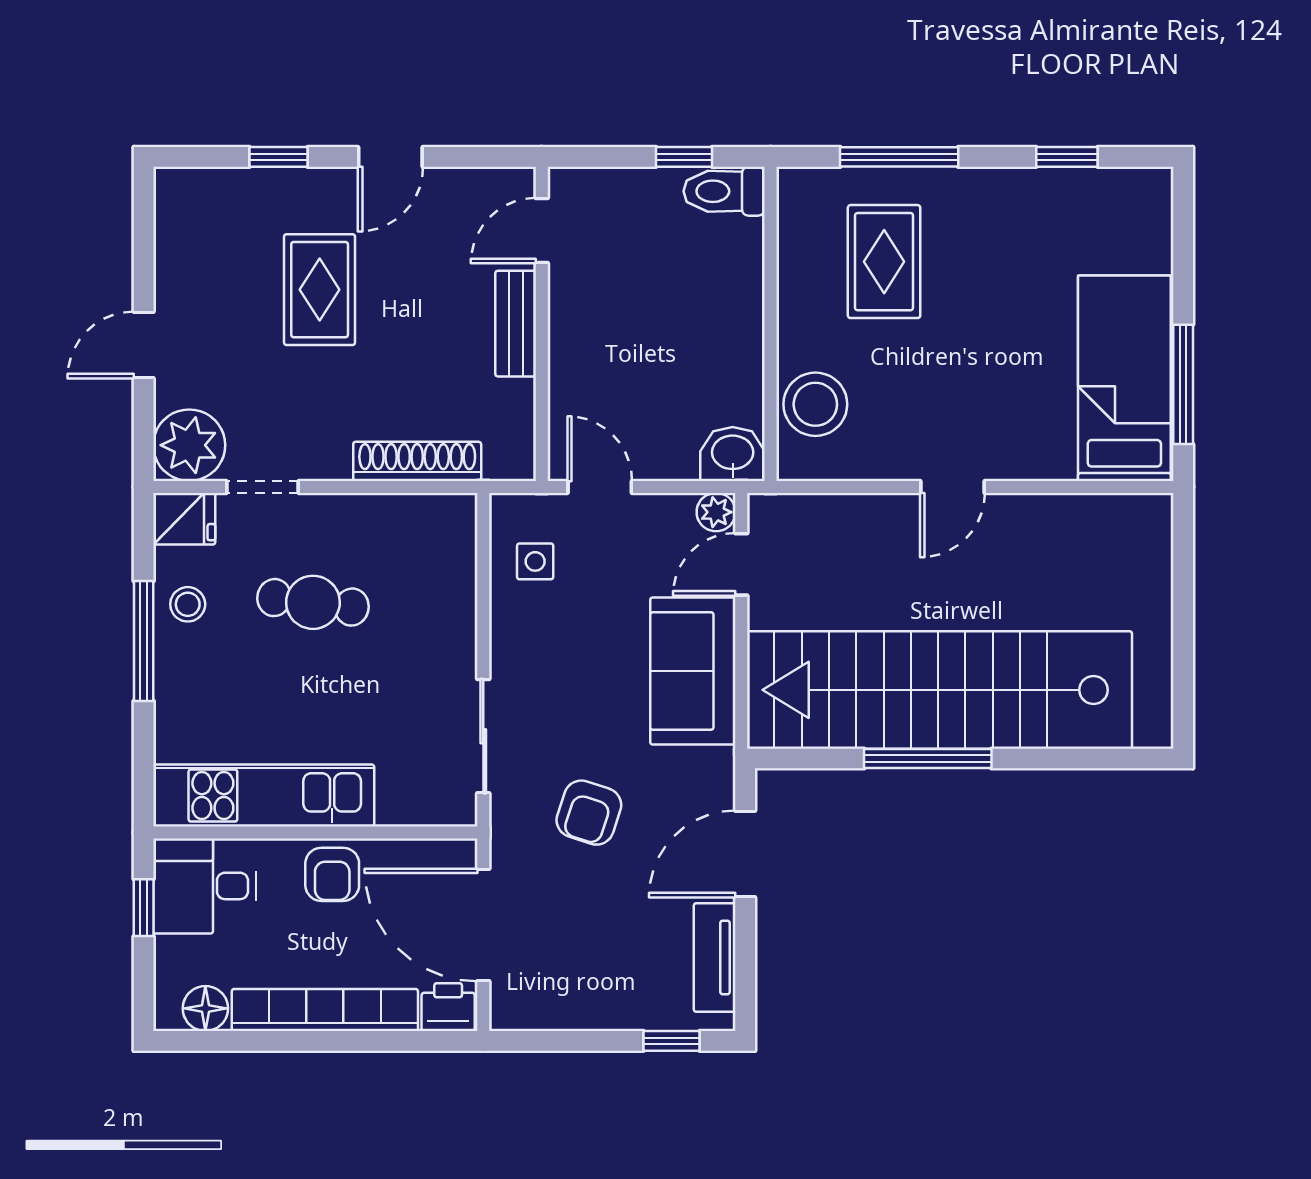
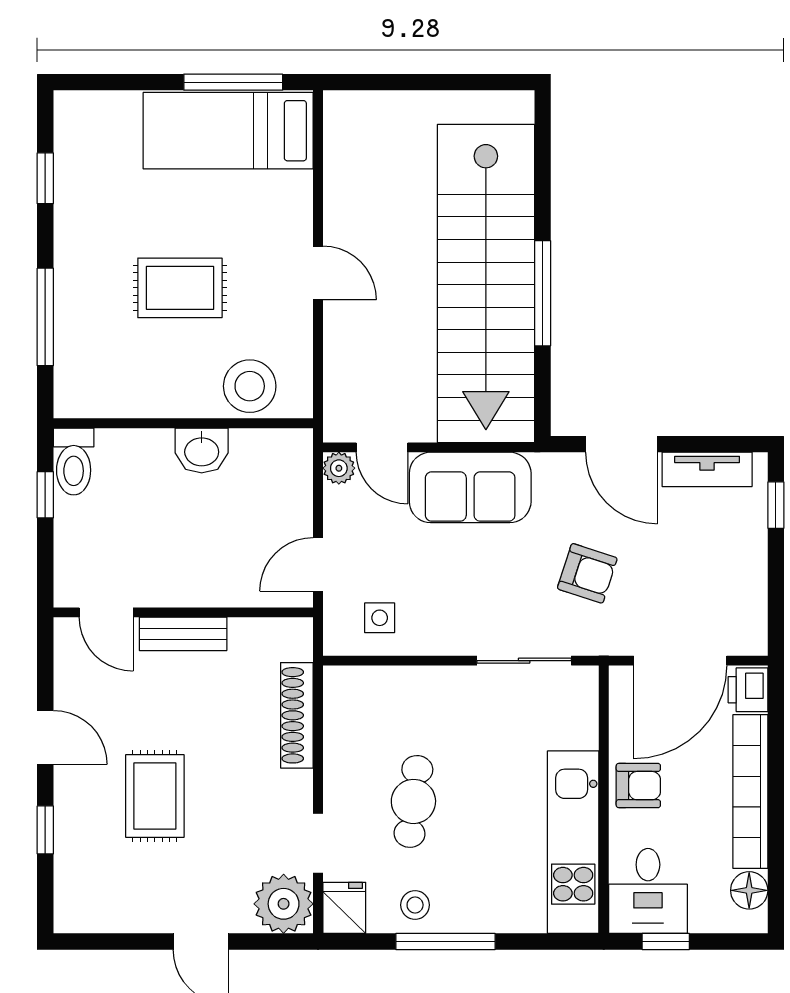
rug: (884, 262) -> (180, 288), moved
rug: (320, 290) -> (155, 796), turned 90
washbasin: (733, 454) -> (202, 451), moved, turned -90

